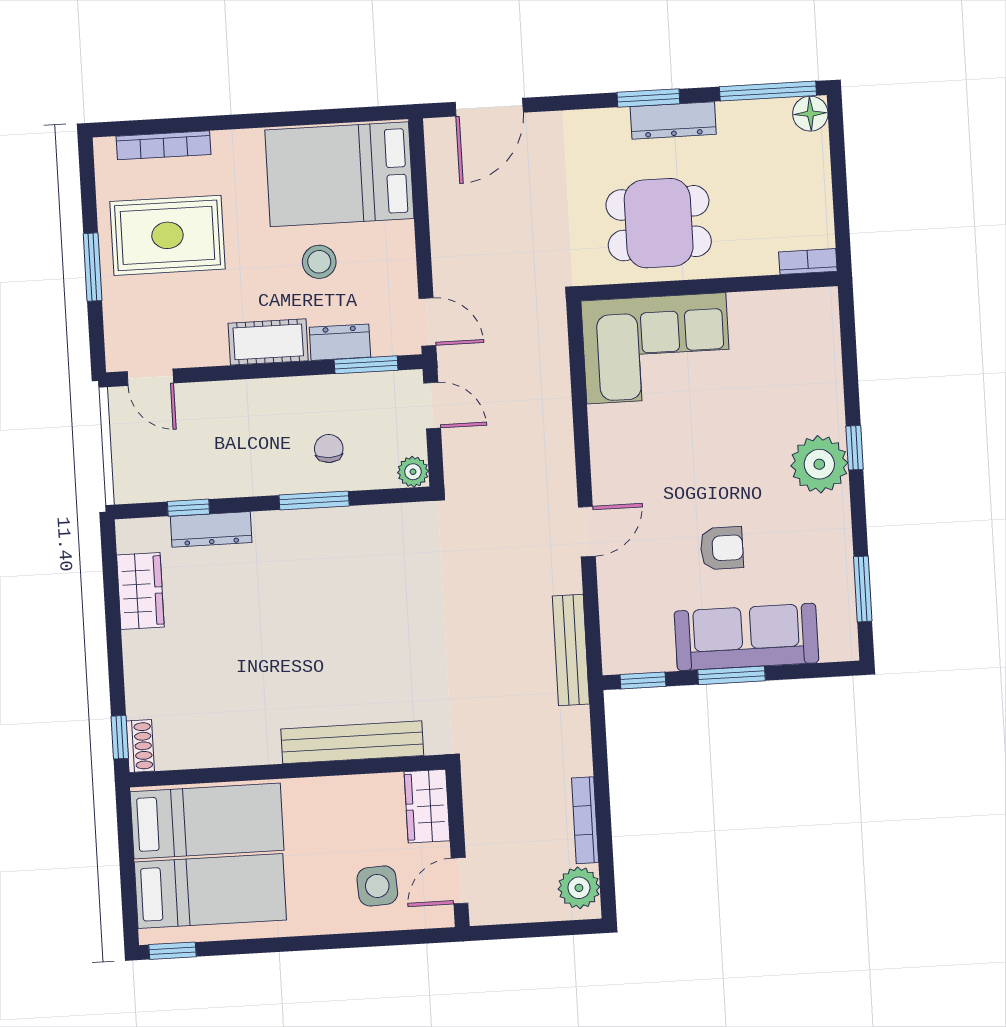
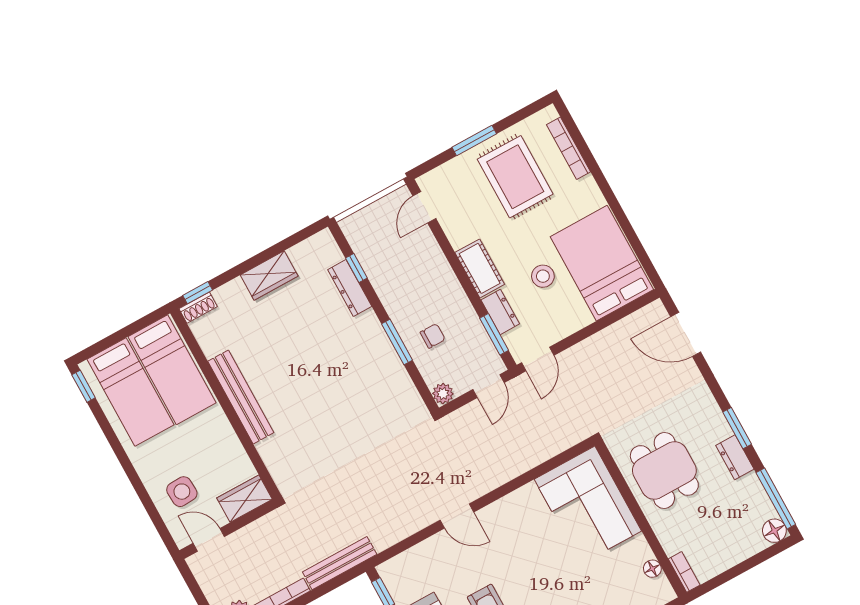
dresser: (673, 120) -> (735, 457), width x0.70
floor lamp: (783, 302) -> (652, 569), added
wardrobe: (140, 591) -> (269, 276), moved
bench: (571, 650) -> (340, 563), moved
bench: (352, 742) -> (241, 397), moved

